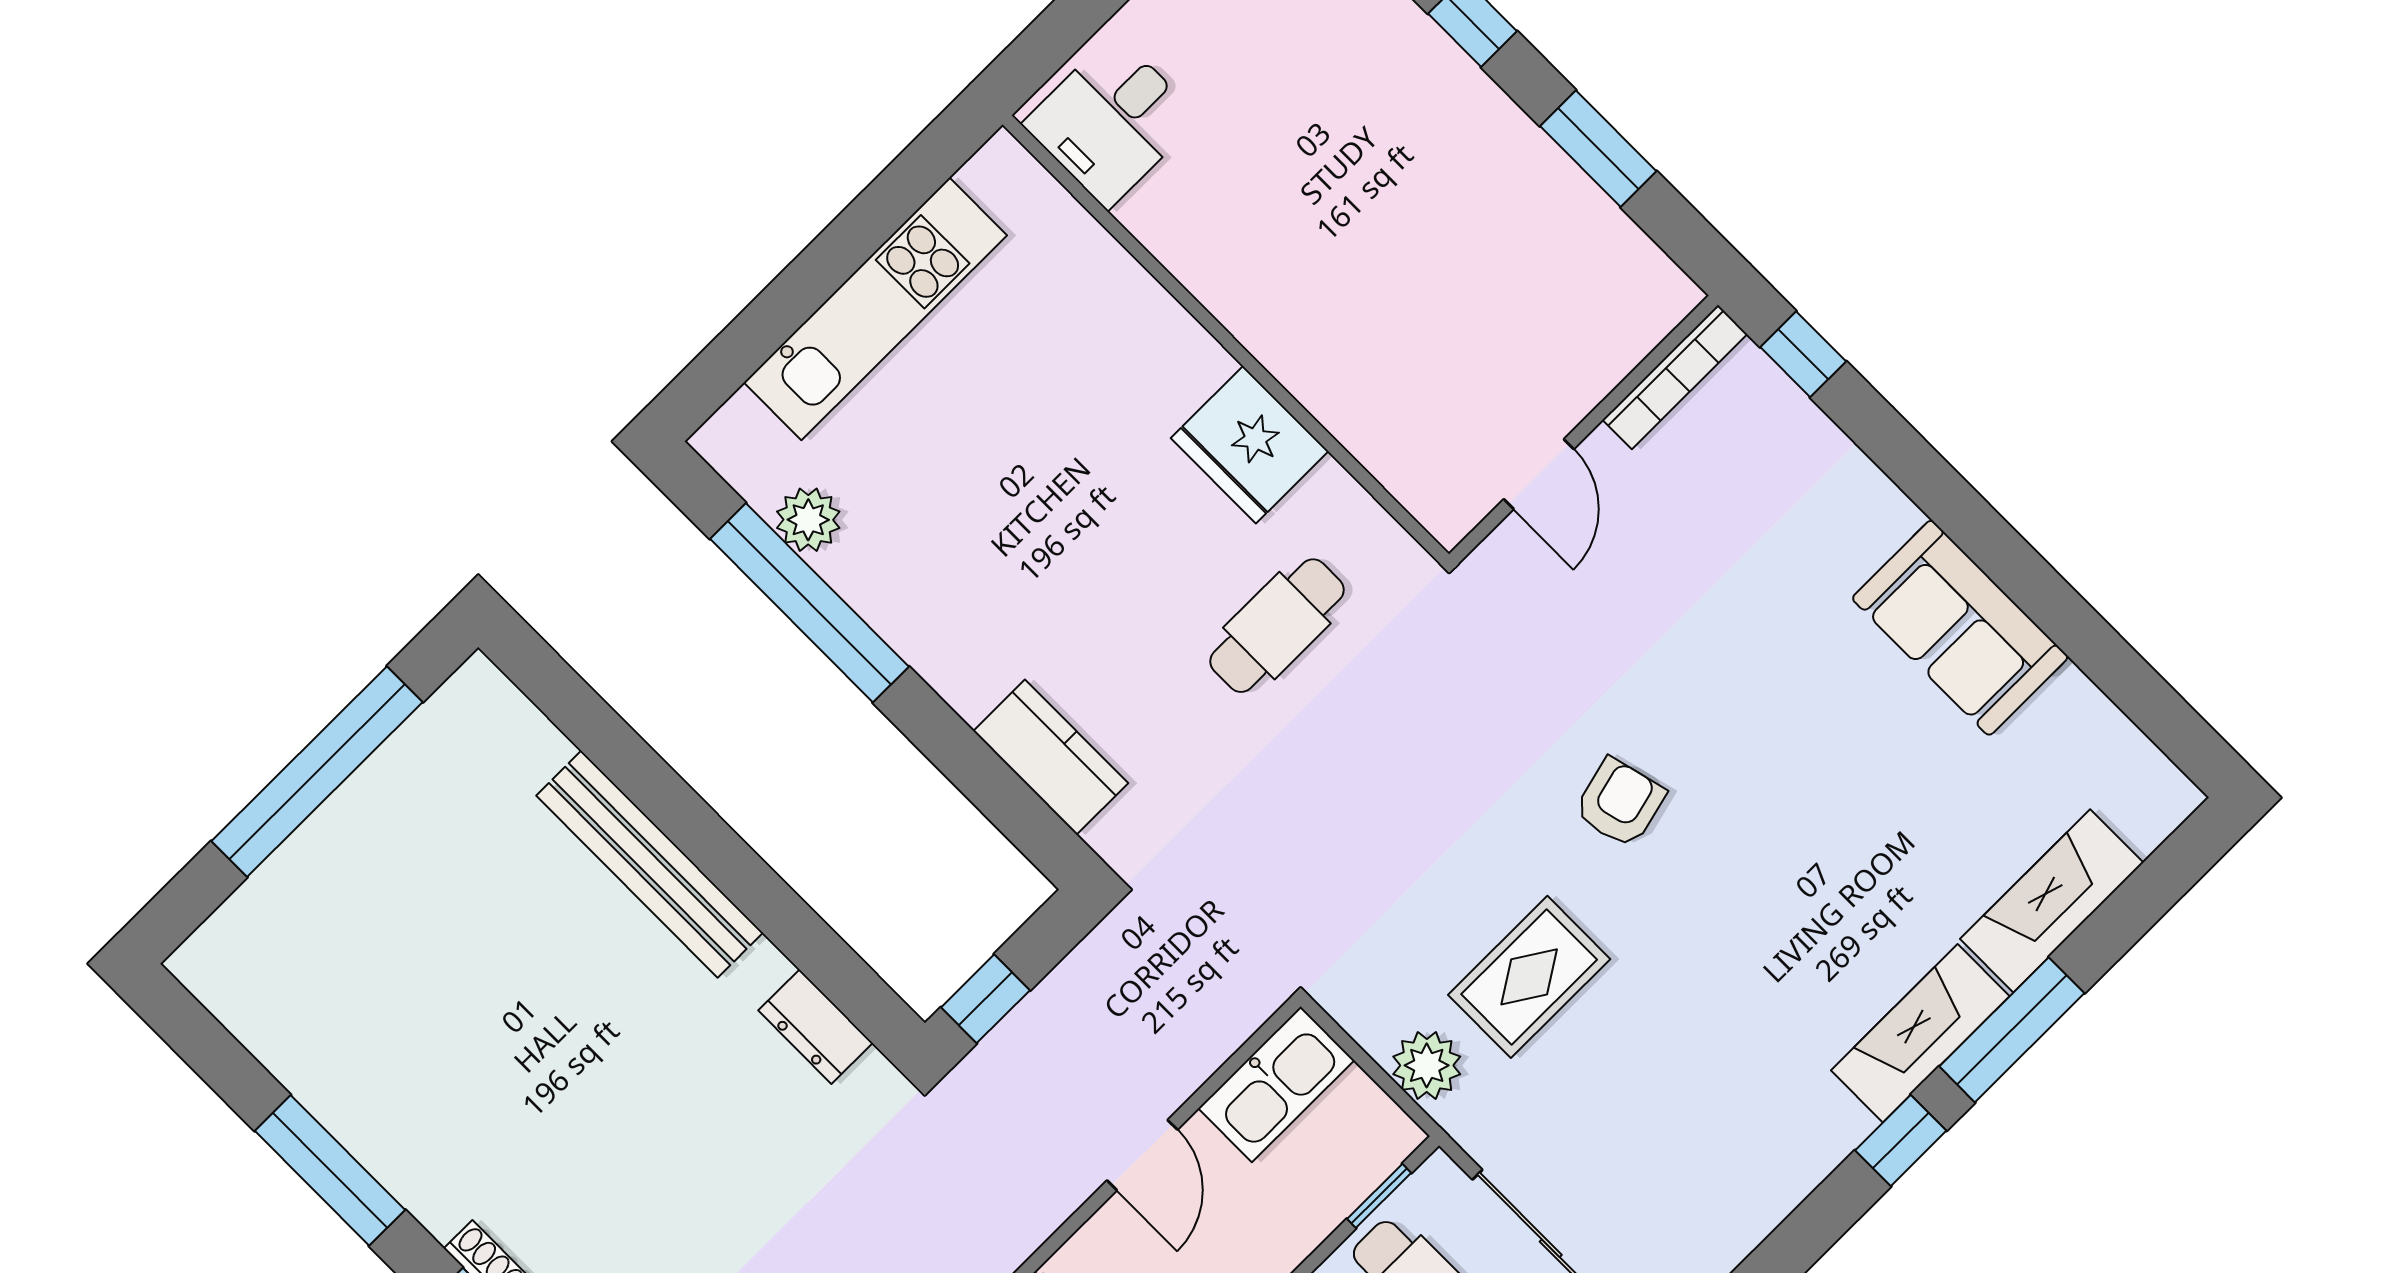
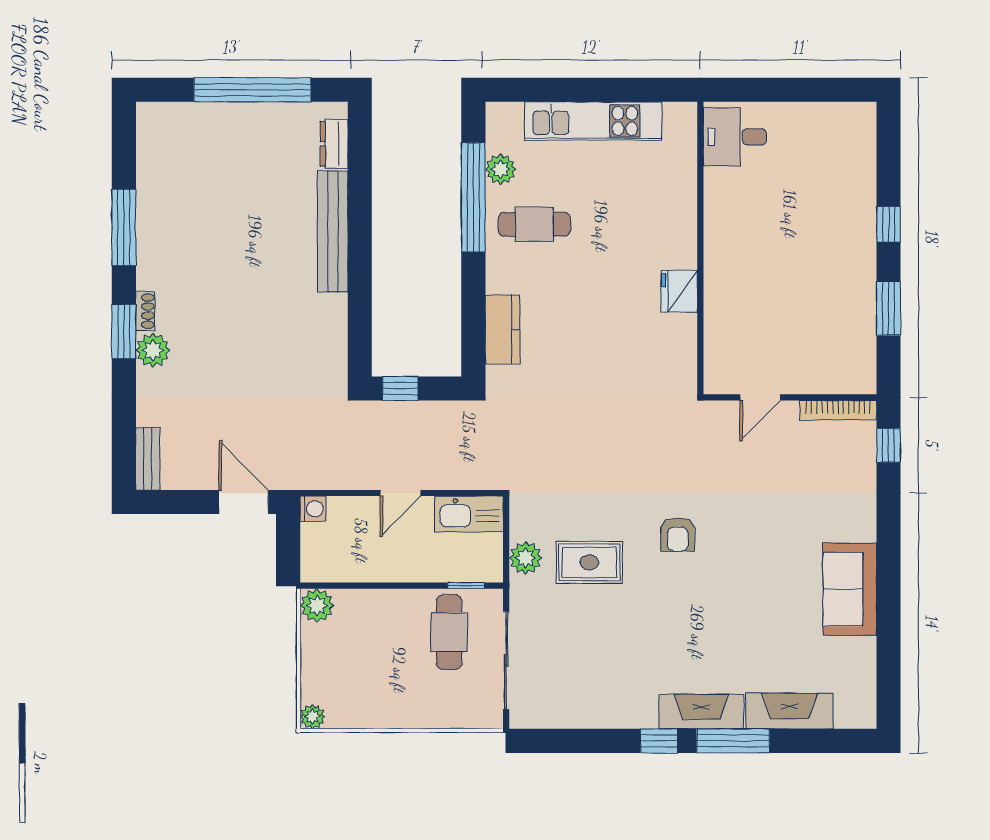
fridge: (1250, 445) -> (679, 291), width x0.73, depth x0.75
cafe table: (1277, 626) -> (534, 224), moved
armchair: (1620, 803) -> (678, 534), turned 104
dresser: (815, 1027) -> (334, 144), moved

